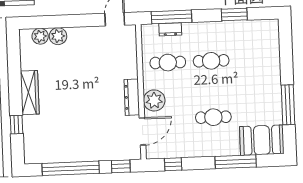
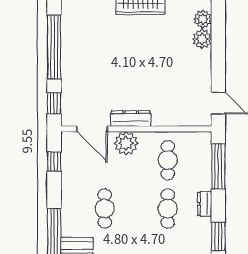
dresser: (170, 29) -> (205, 204), moved

